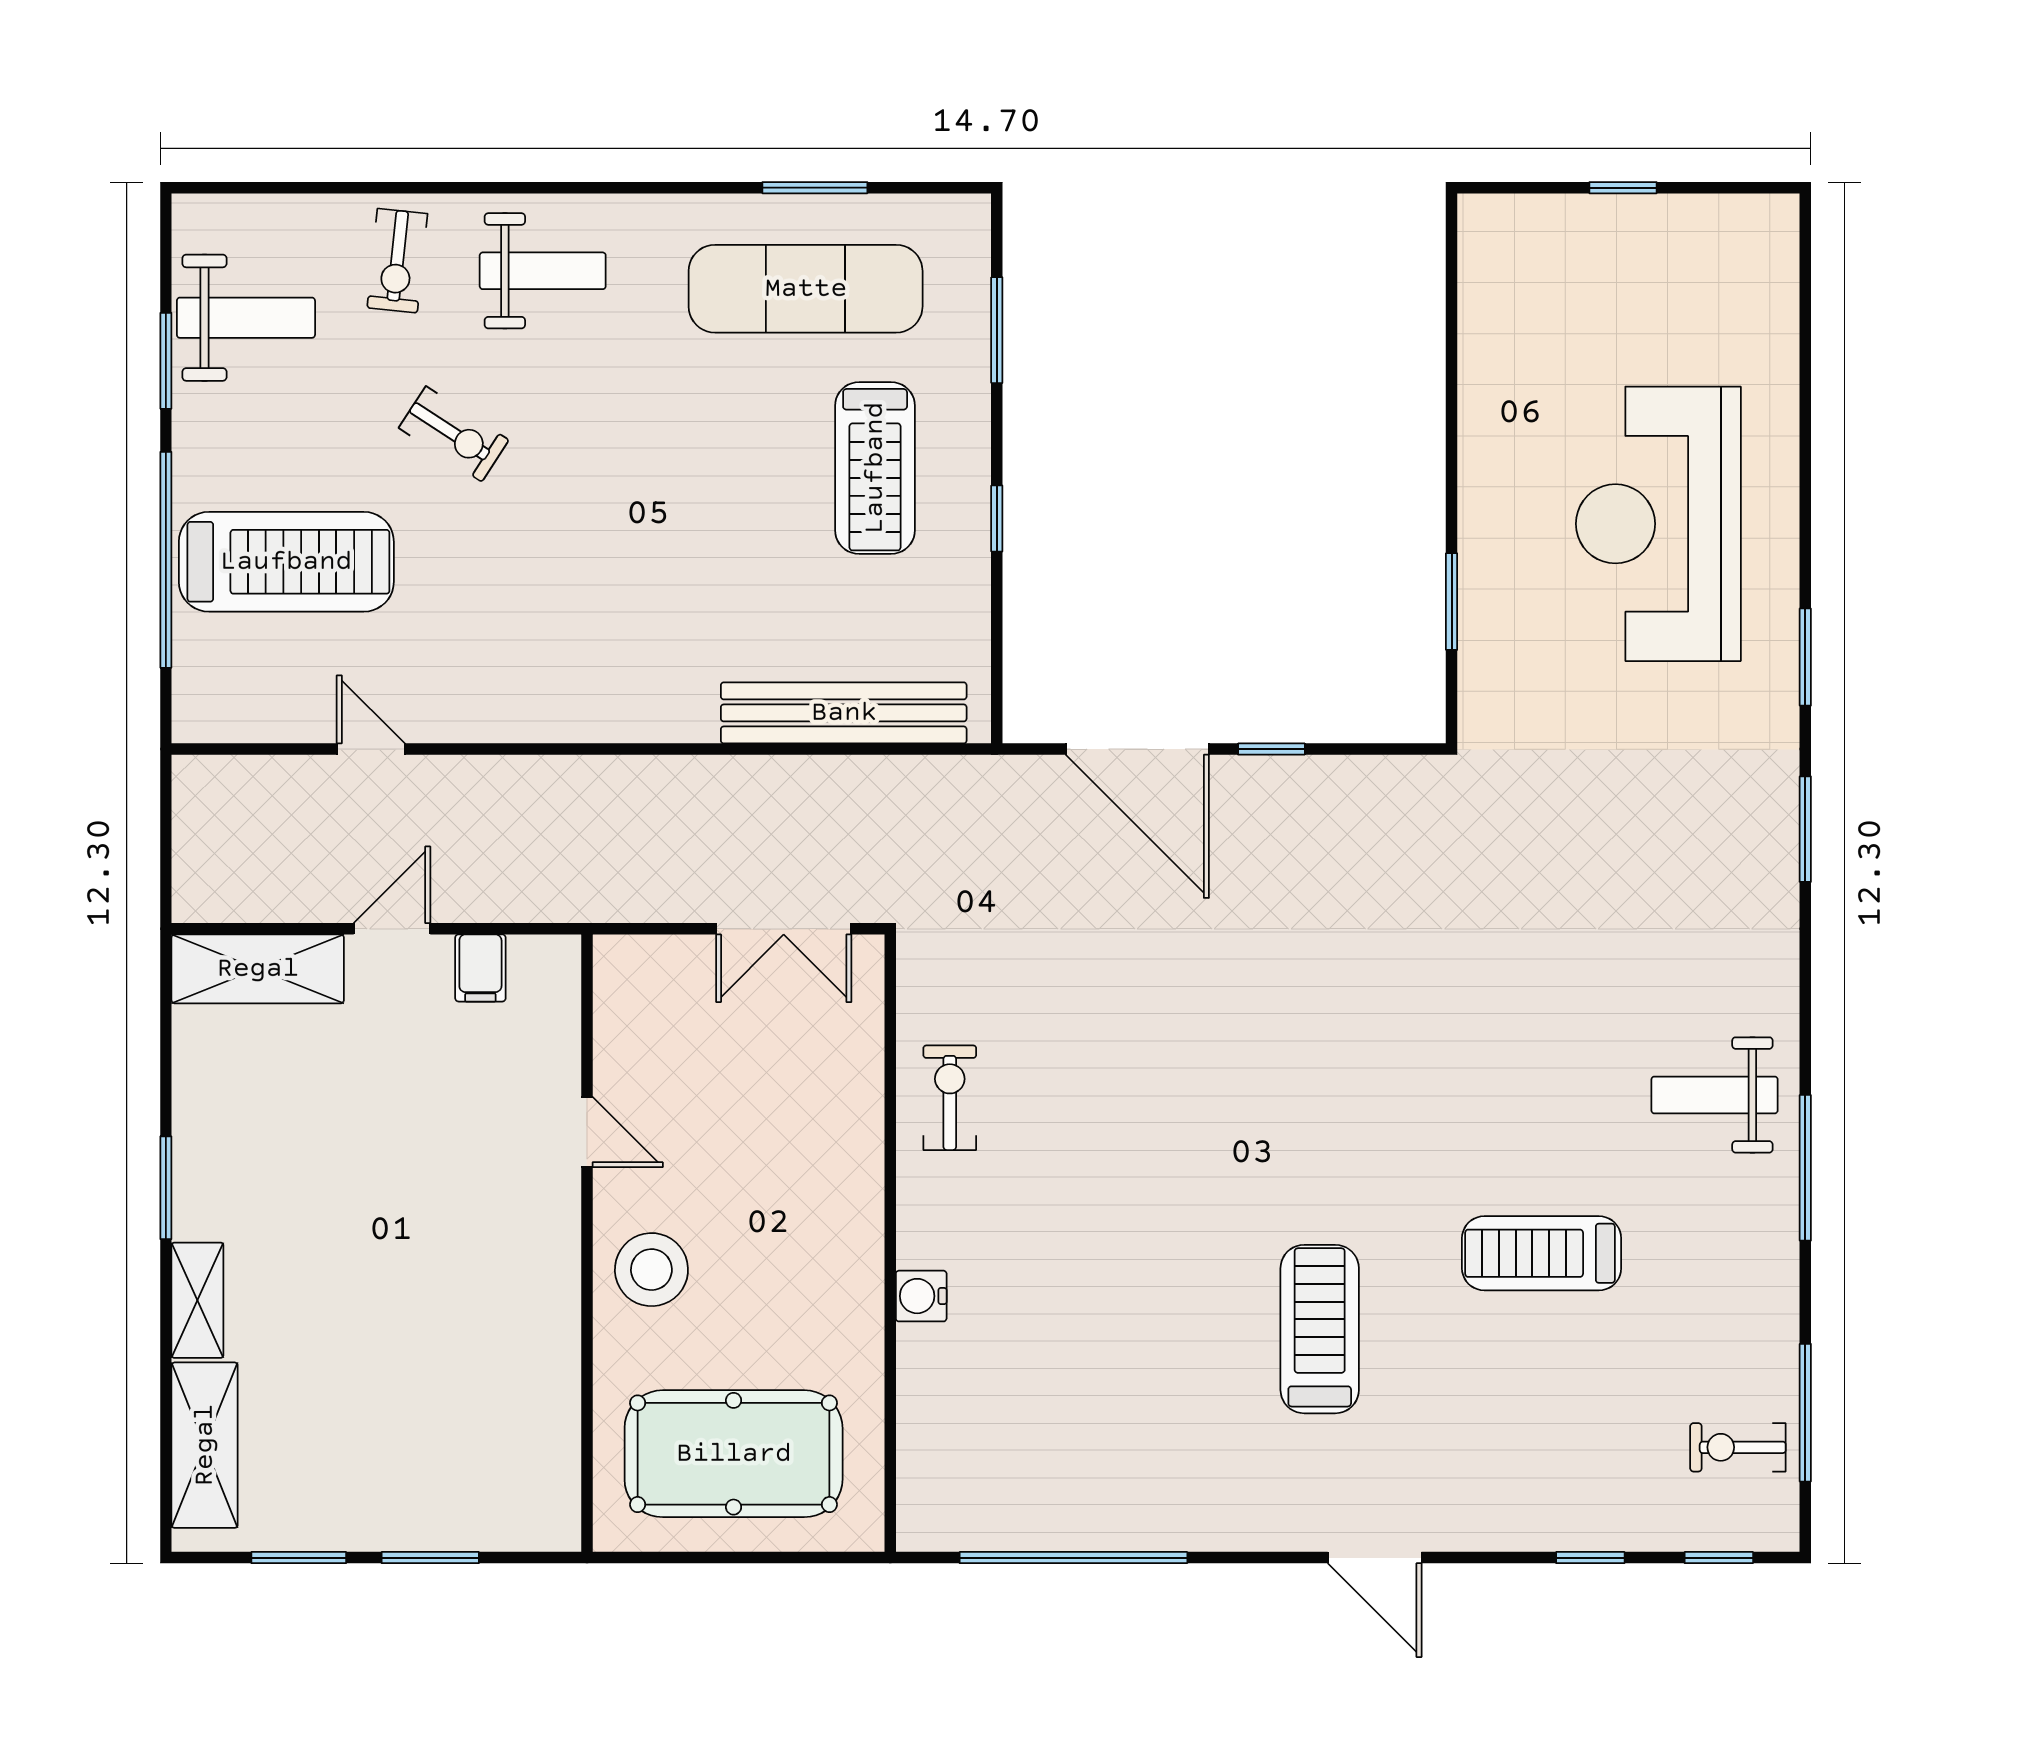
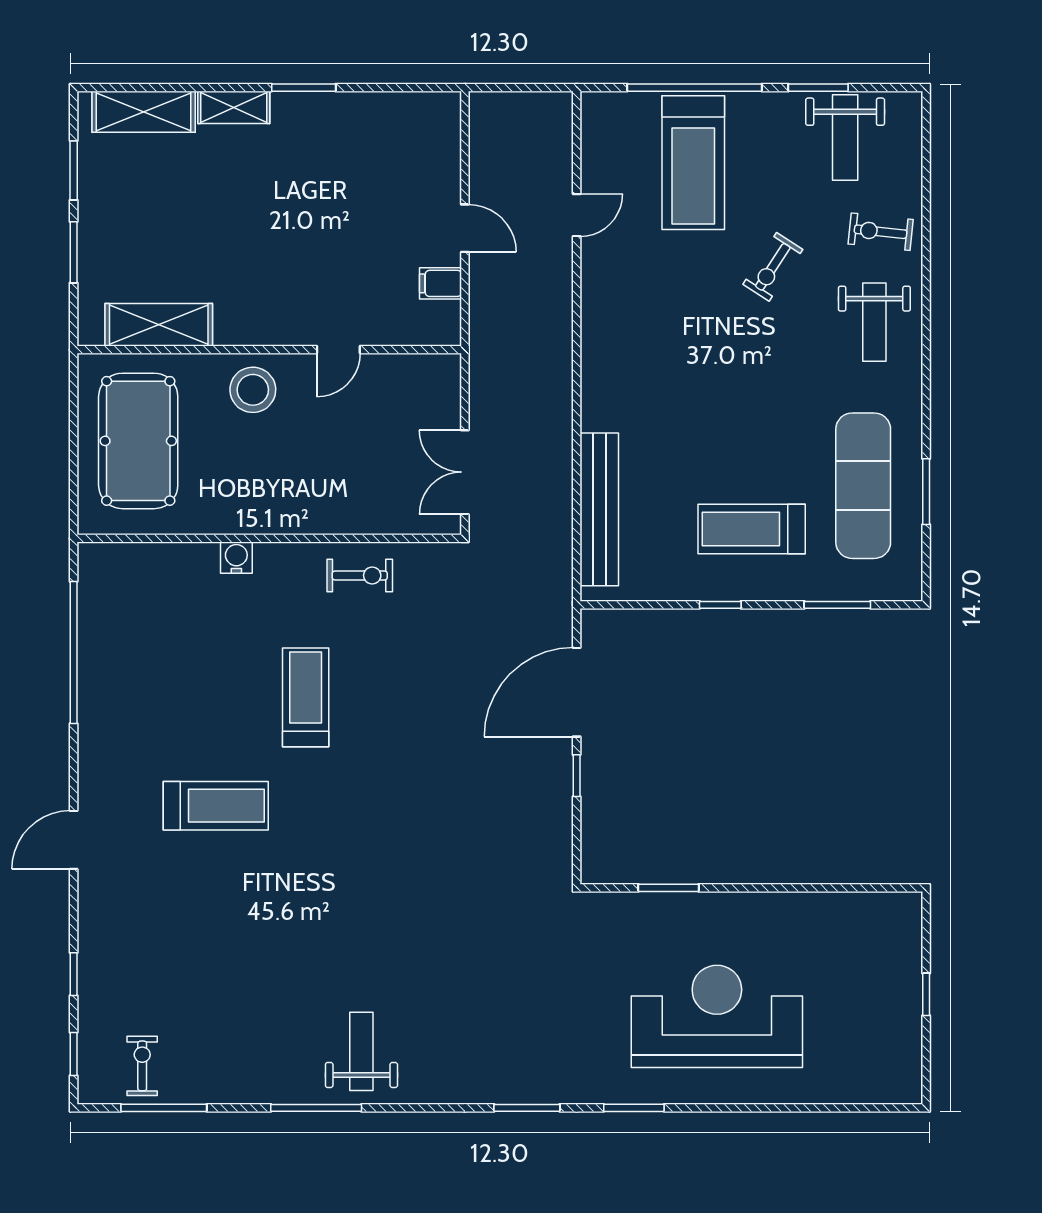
shelving: (258, 969) -> (159, 325), moved, turned 90
treadmill: (1542, 1253) -> (306, 697), moved

